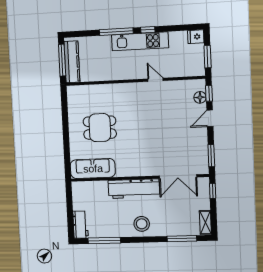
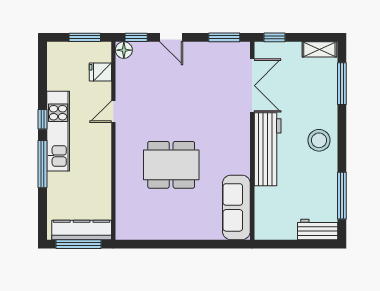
fridge: (196, 37) -> (100, 72), moved, turned 90
floor lamp: (200, 97) -> (124, 50), moved
dining table: (100, 128) -> (171, 165), moved, width x1.38

